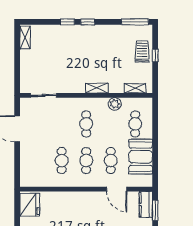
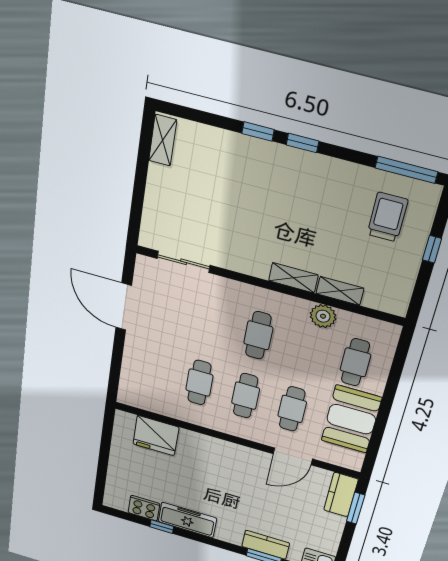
trolley: (142, 51) -> (387, 217), moved
shelving: (135, 88) -> (340, 291), moved
door: (117, 189) -> (293, 456), hinge flipped
fridge: (30, 205) -> (156, 436), moved, turned 90

